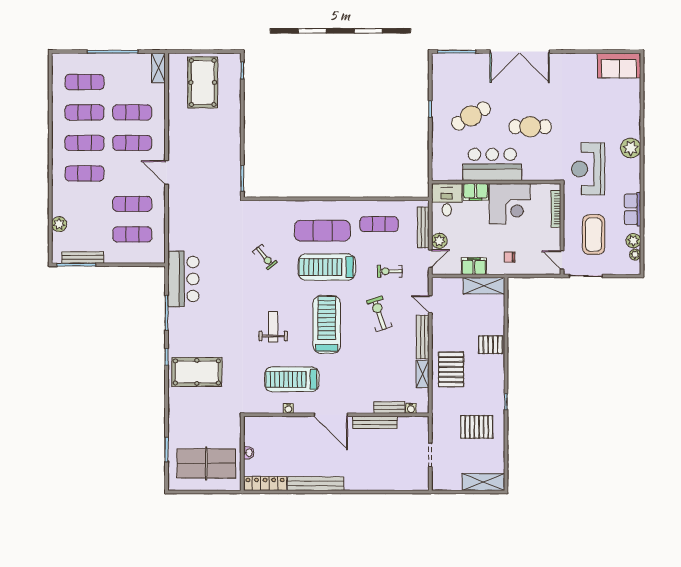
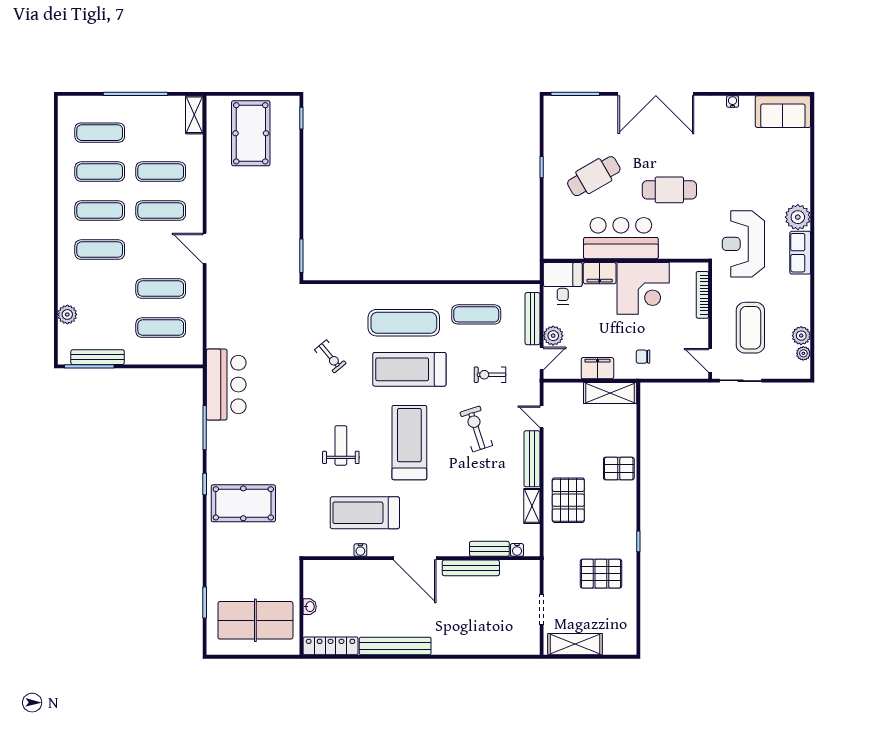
water cooler: (580, 58) -> (733, 102), added
row of seats: (633, 209) -> (800, 253), moved
shelving: (483, 482) -> (575, 644), moved

